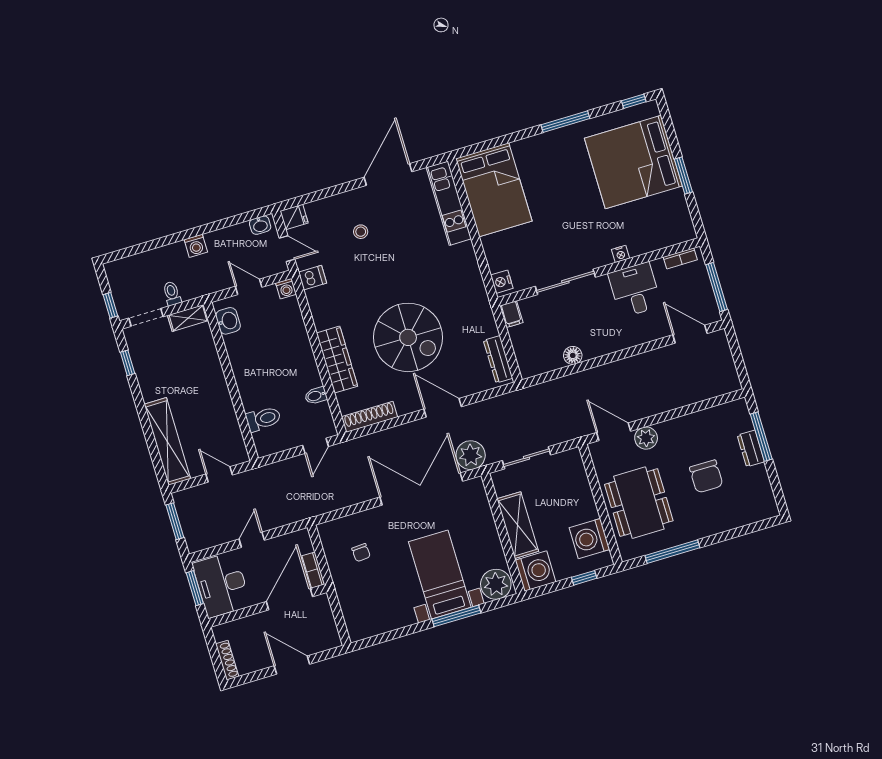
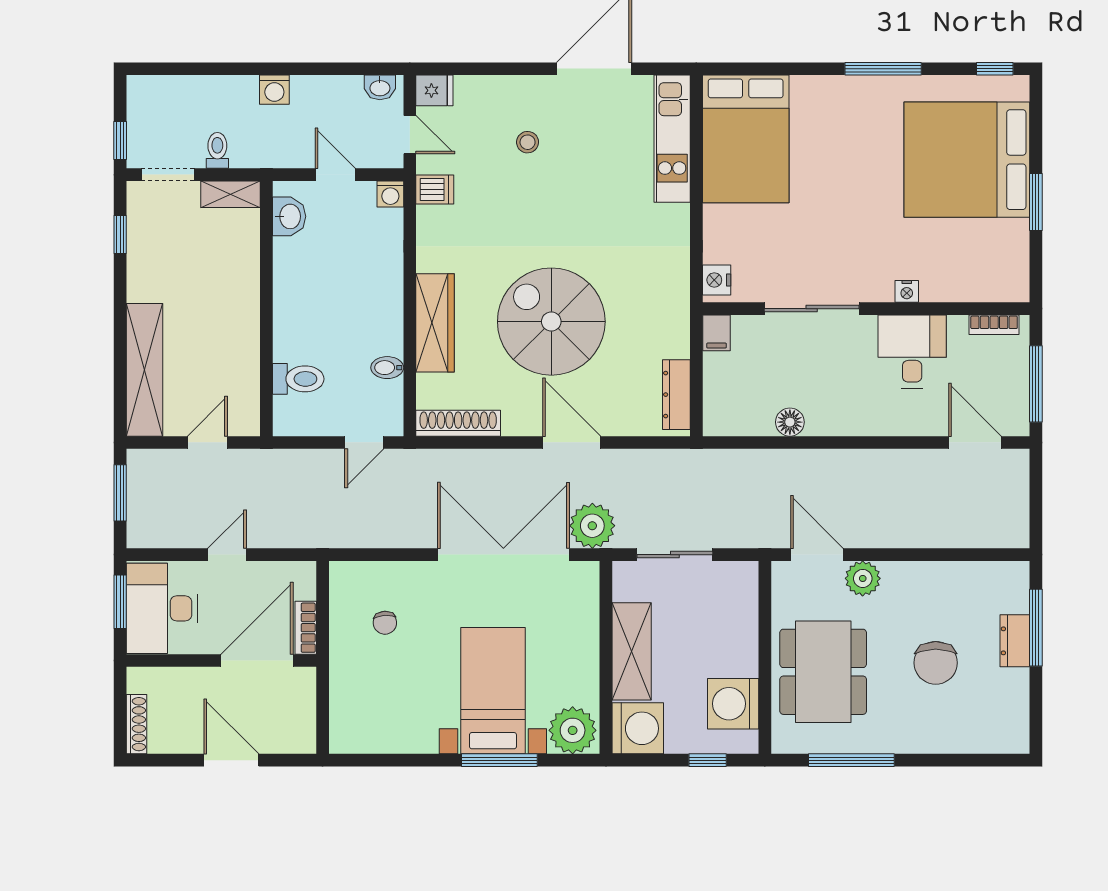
spiral stairs: (408, 337) -> (551, 322), turned 180
door: (219, 474) -> (207, 442), hinge flipped

